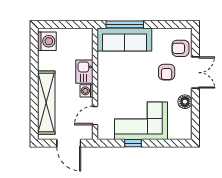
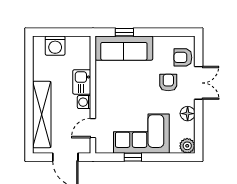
window: (125, 24) -> (124, 32), width x0.46
washing machine: (47, 41) -> (55, 46), moved, turned 90
armchair: (167, 72) -> (168, 82), turned 180
plant: (185, 132) -> (187, 146), added

